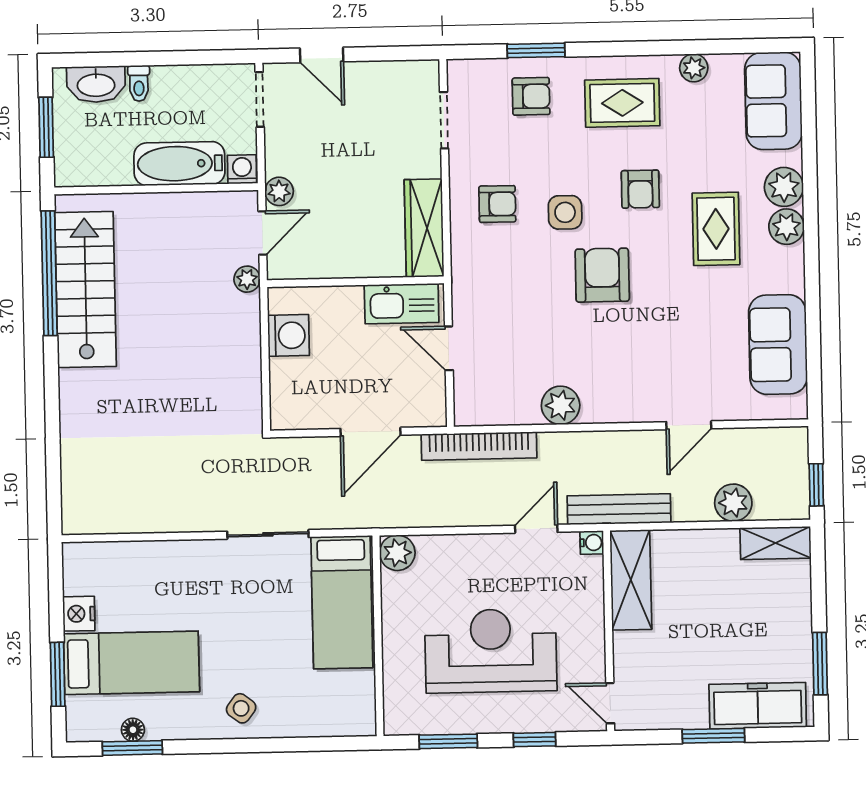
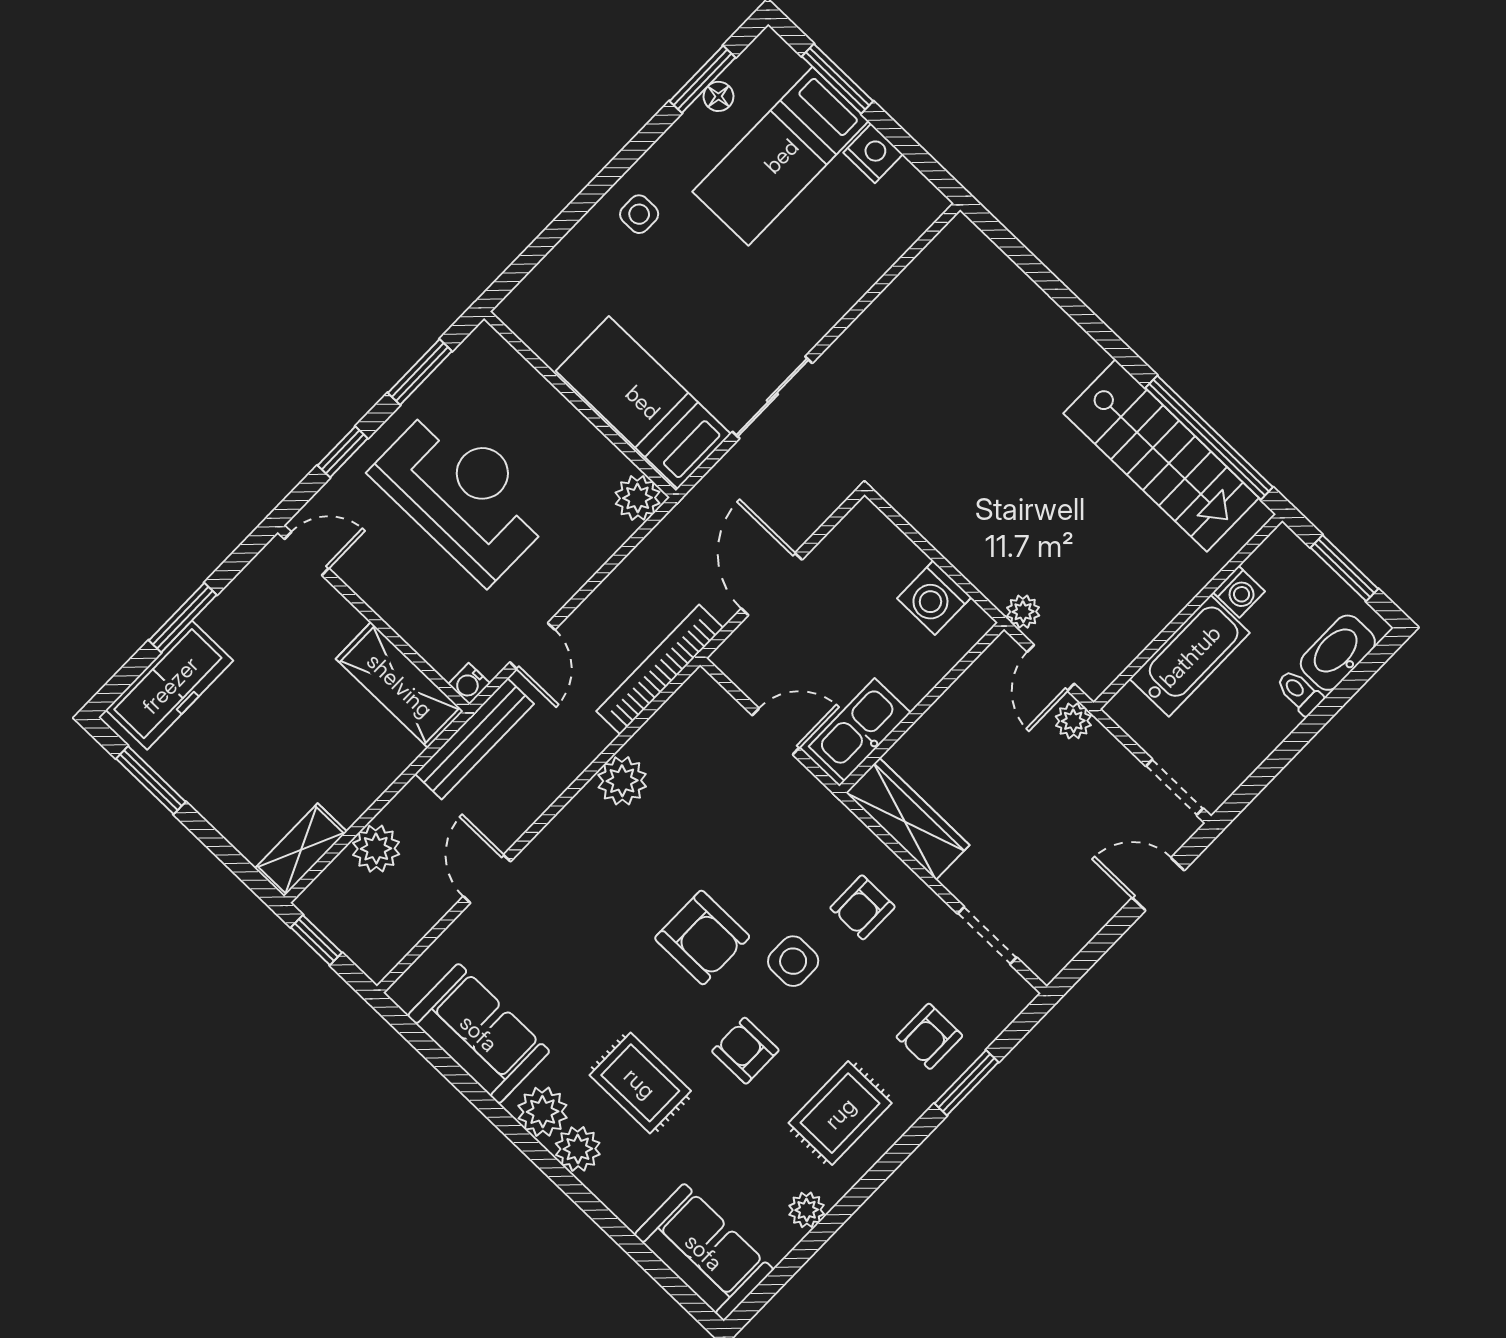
washing machine: (242, 169) -> (1239, 592), moved
plant: (784, 187) -> (543, 1112), moved
reception desk: (491, 651) -> (463, 493), turned -90
side table: (241, 708) -> (639, 214), turned -37

